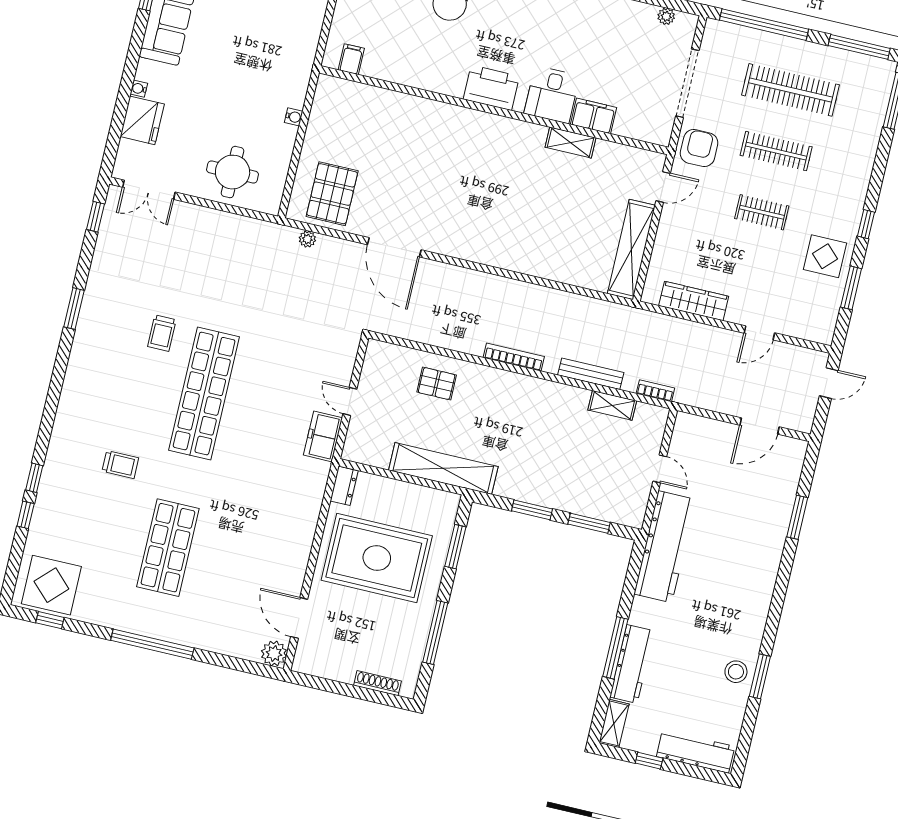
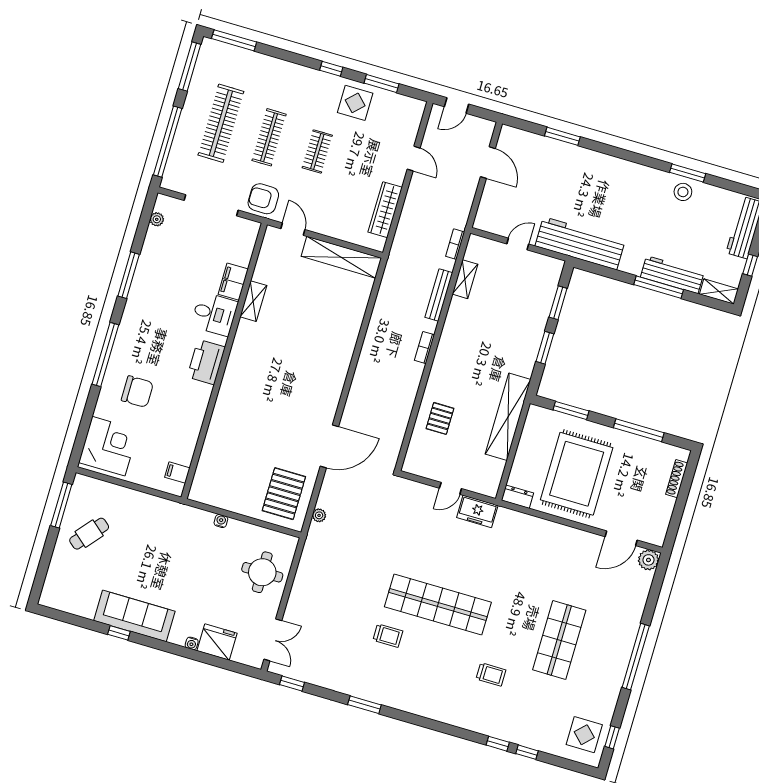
pallet: (332, 194) -> (284, 494), turned 90
bookcase: (514, 357) -> (425, 348), width x0.64
door: (829, 383) -> (457, 105), swing flipped
trolley: (120, 465) -> (491, 674), turned 90
shop shelf: (168, 548) -> (559, 640), turned 90
display table: (51, 585) -> (584, 735), width x0.73, depth x0.73

